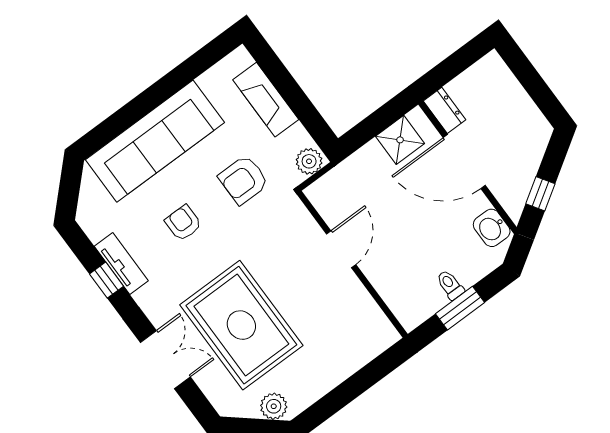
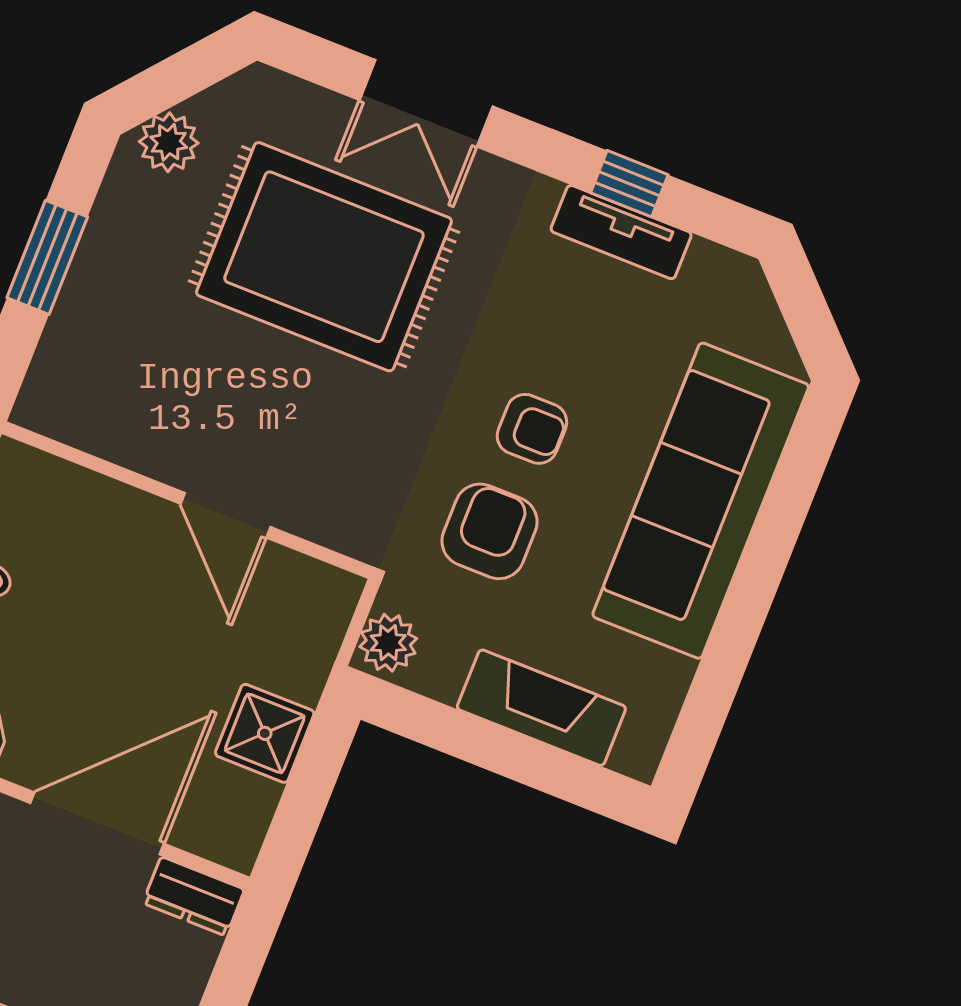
shower: (400, 140) -> (265, 733), moved
armchair: (183, 223) -> (532, 429), moved
window: (348, 391) -> (47, 257), added

